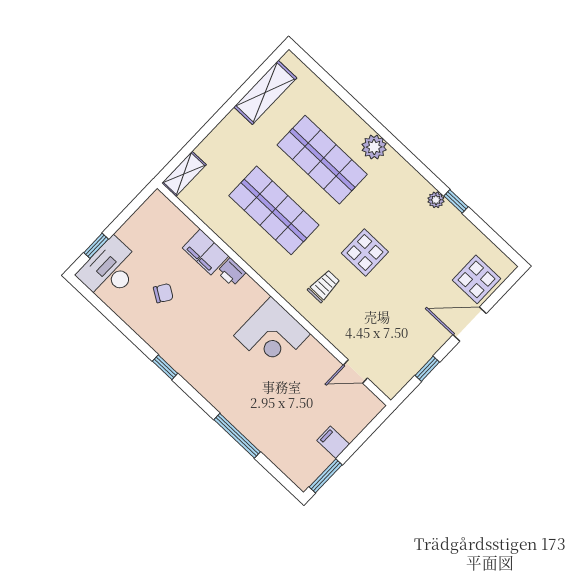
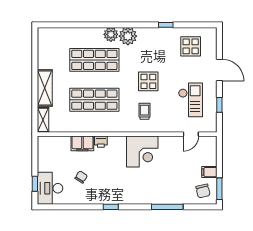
shelving: (265, 92) -> (45, 88), moved
plant: (436, 200) -> (128, 36), moved, width x1.88, depth x1.88
display table: (476, 279) -> (191, 46), moved
door: (470, 324) -> (219, 70), swing flipped
checkout: (396, 327) -> (190, 100), added
chair: (302, 459) -> (203, 191), added

